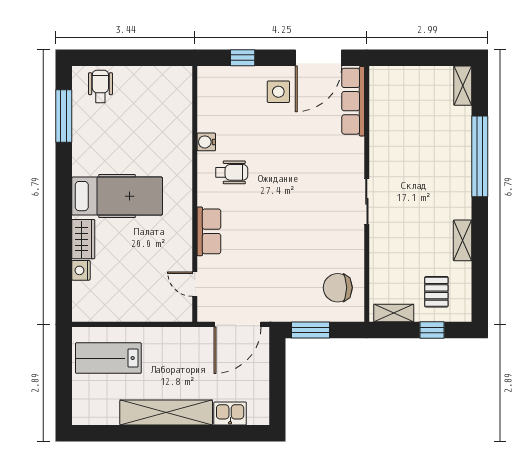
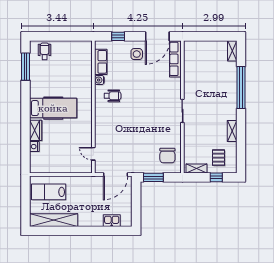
row of seats: (209, 231) -> (101, 62), moved
chair: (338, 288) -> (167, 156), turned -90
shelving: (166, 413) -> (54, 220), moved

